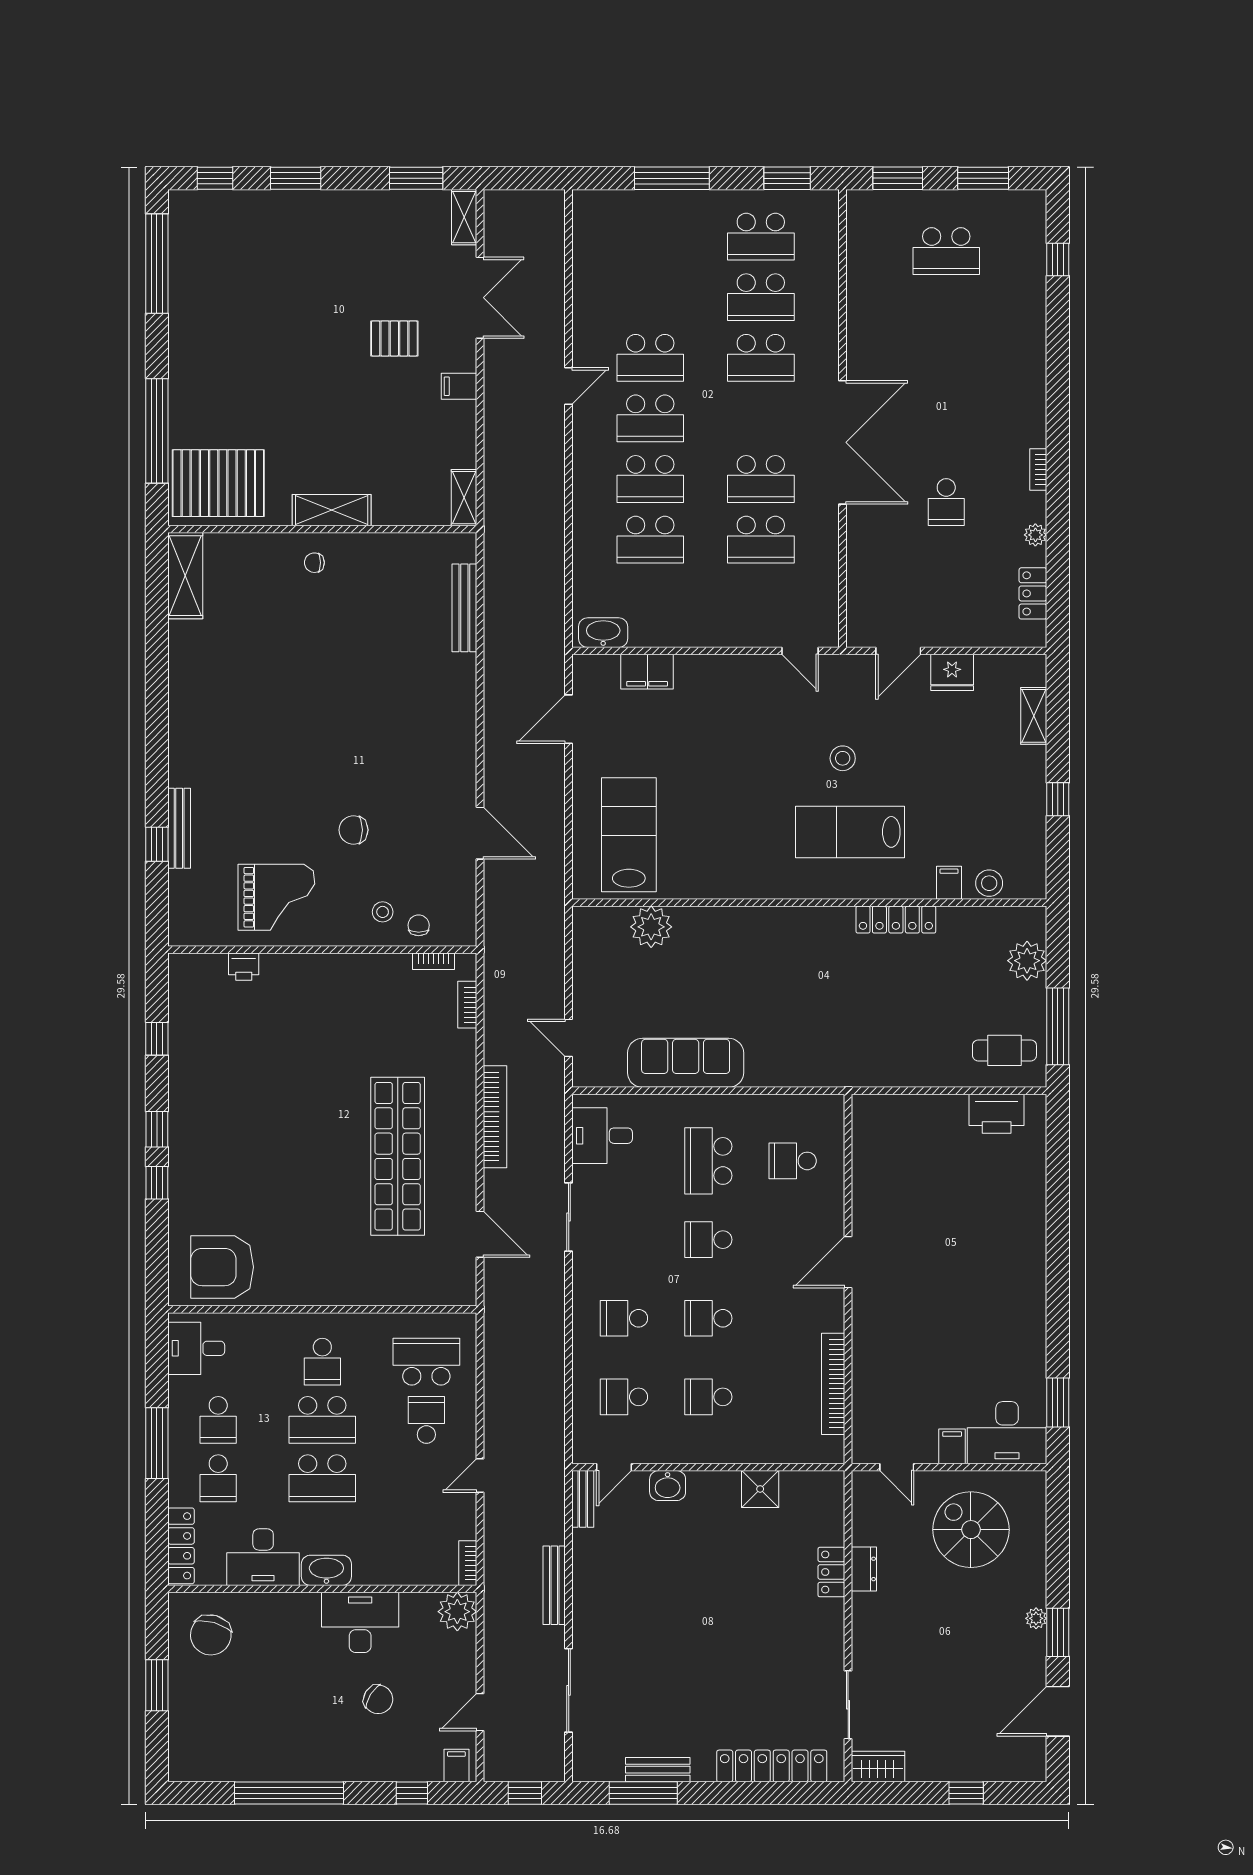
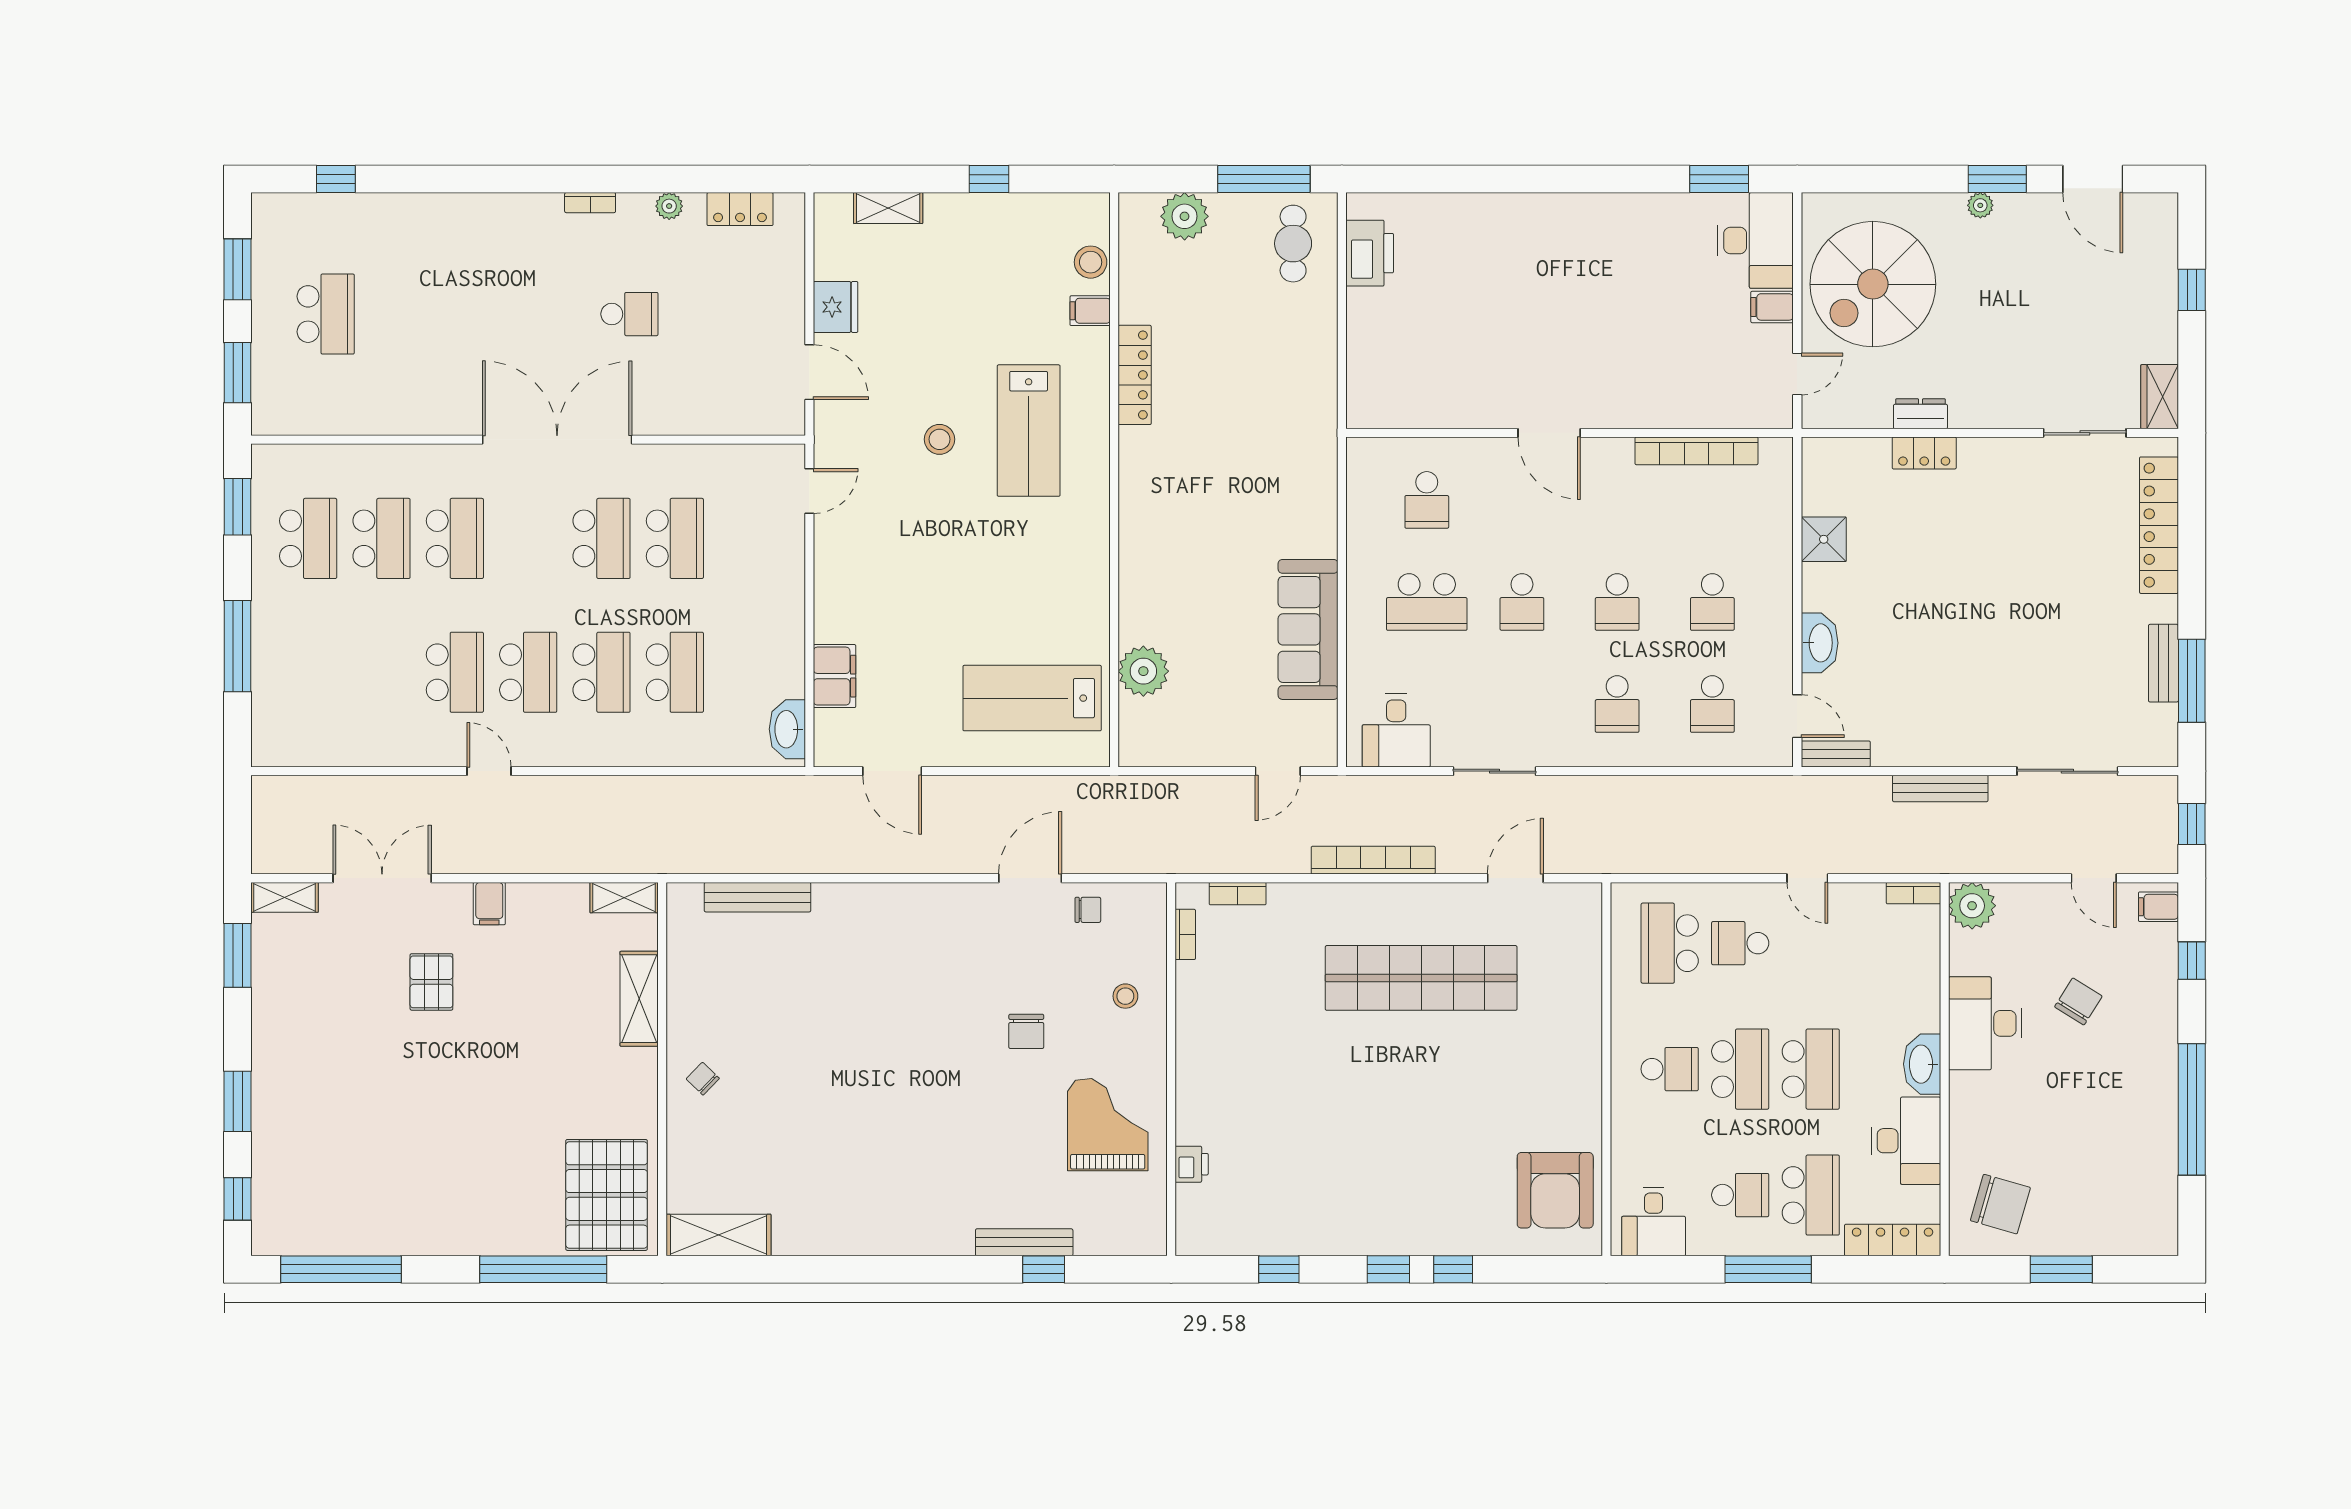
shelving: (332, 510) -> (639, 999), moved
chair: (314, 563) -> (703, 1079), turned 134
chair: (419, 925) -> (1088, 910), moved, turned 180
school desk: (218, 1478) -> (1811, 1195), width x1.85
washbasin: (668, 1486) -> (1820, 643), width x1.38
spiral stairs: (971, 1530) -> (1873, 284), width x1.37, depth x1.37

